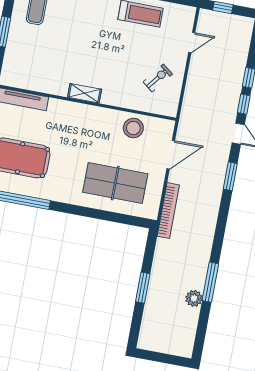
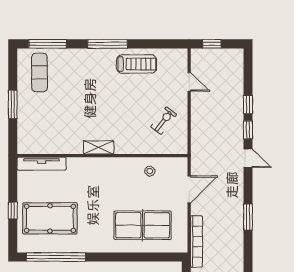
door: (192, 43) -> (189, 82), hinge flipped
stool: (133, 128) -> (150, 171), width x0.53, depth x0.53
window: (230, 176) -> (248, 217), moved

